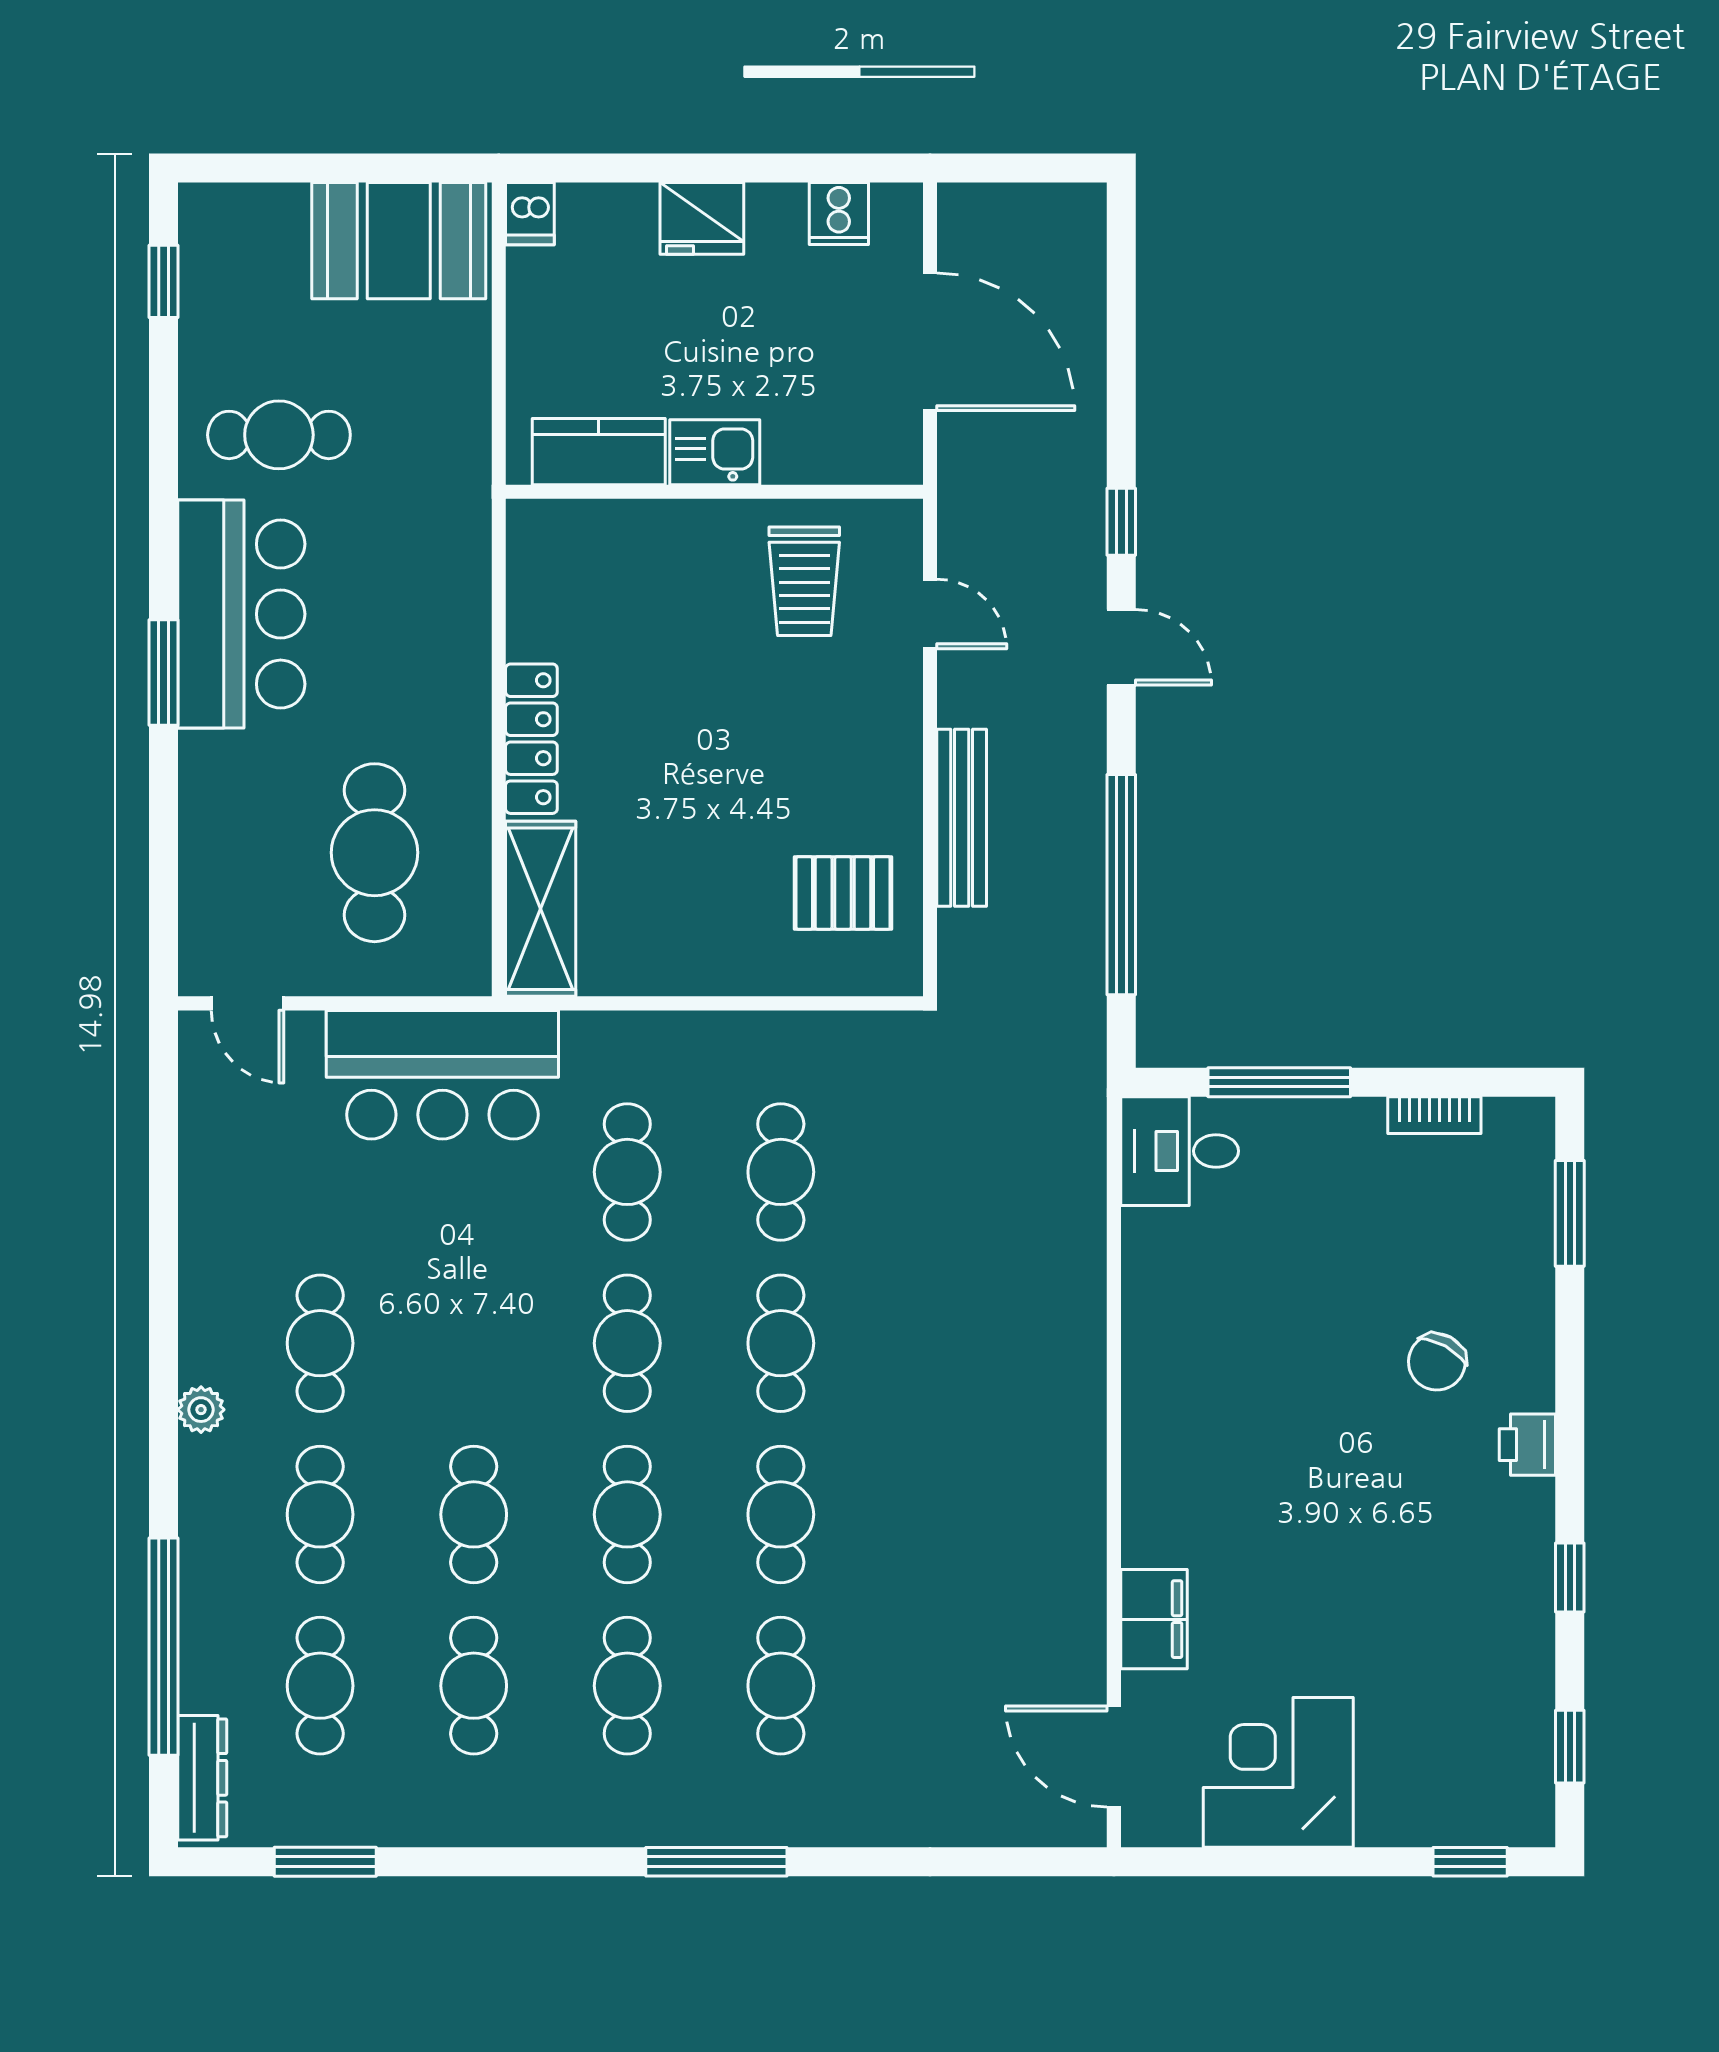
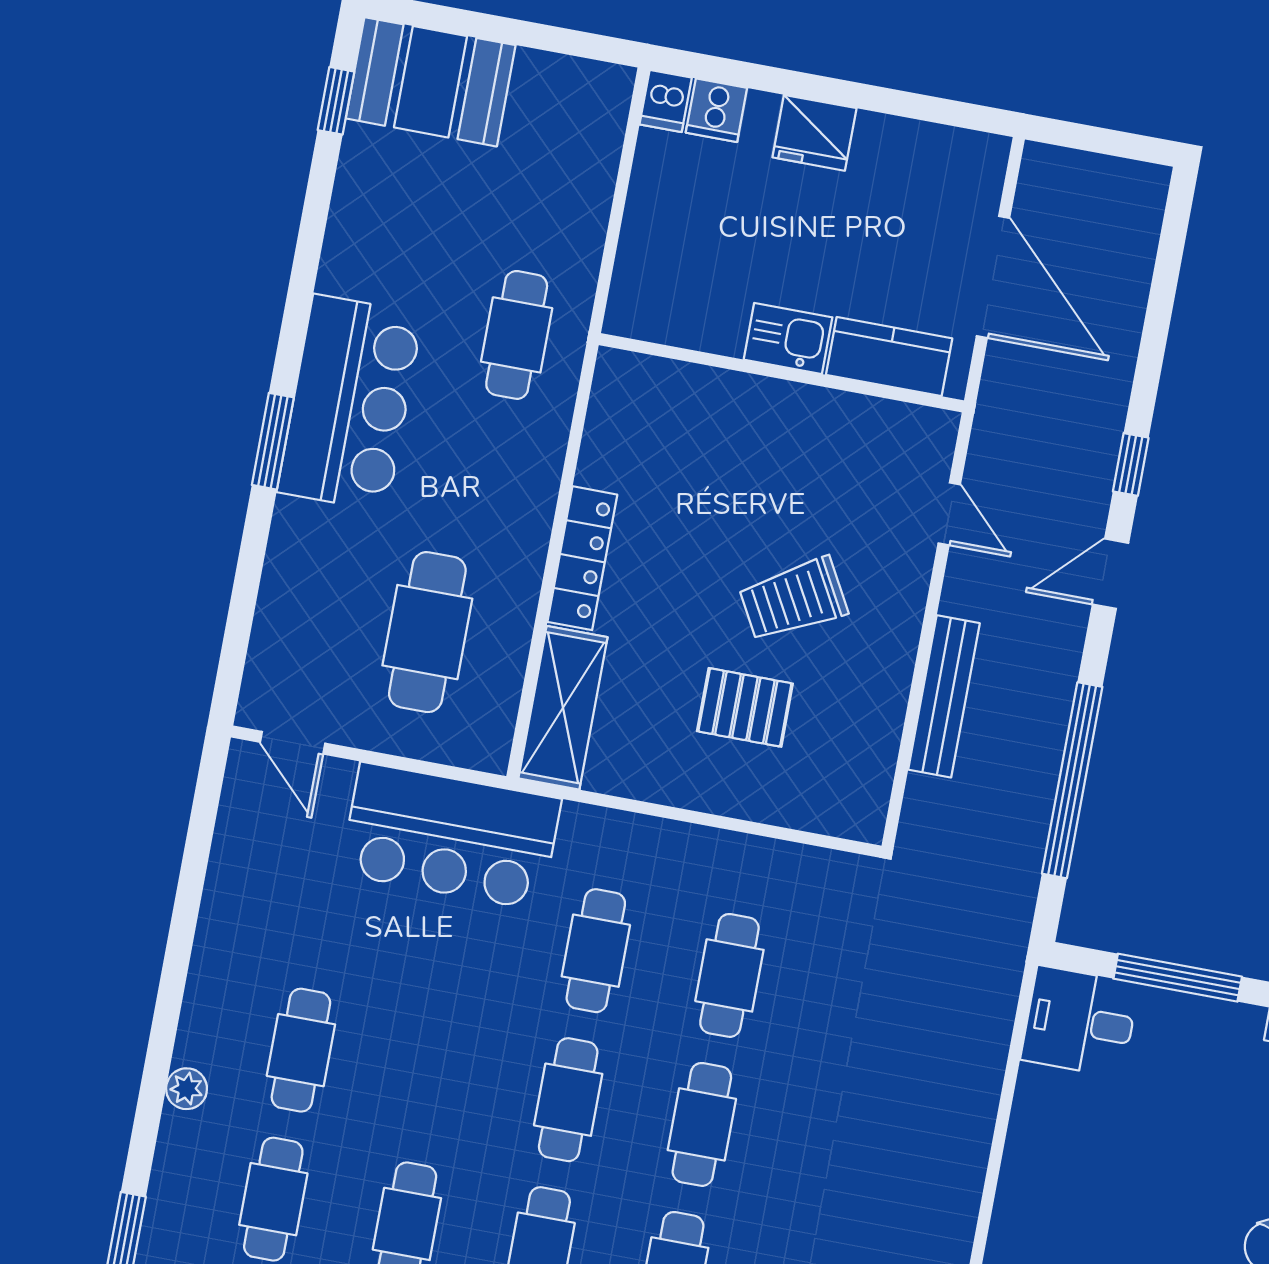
cooker: (839, 213) -> (716, 110), moved
booth: (399, 241) -> (431, 82), moved
cafe table: (279, 435) -> (517, 335), moved, turned 90
kitchen counter: (599, 452) -> (889, 357), moved
trolley: (804, 581) -> (793, 599), moved, turned 61
door: (1121, 647) -> (1110, 574), swing flipped
pallet: (843, 893) -> (745, 707), moved

